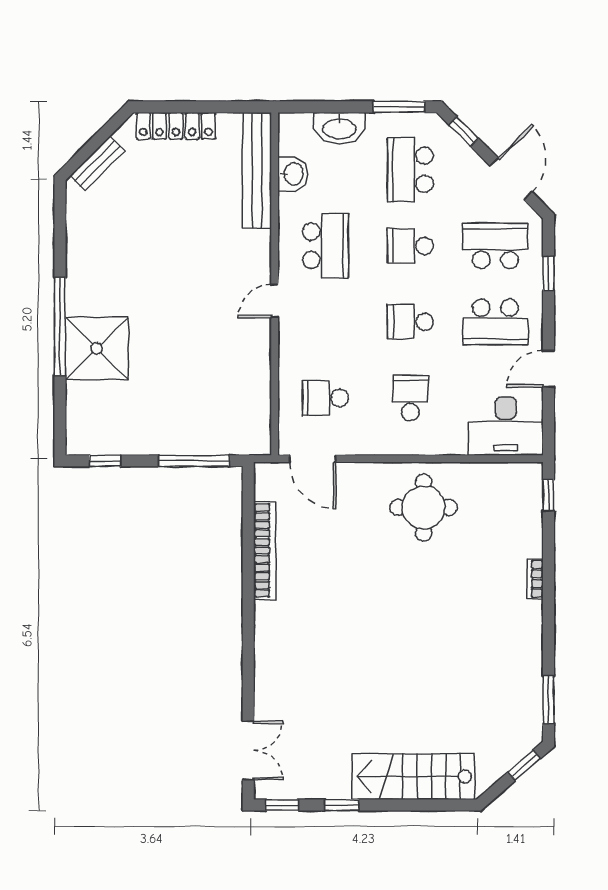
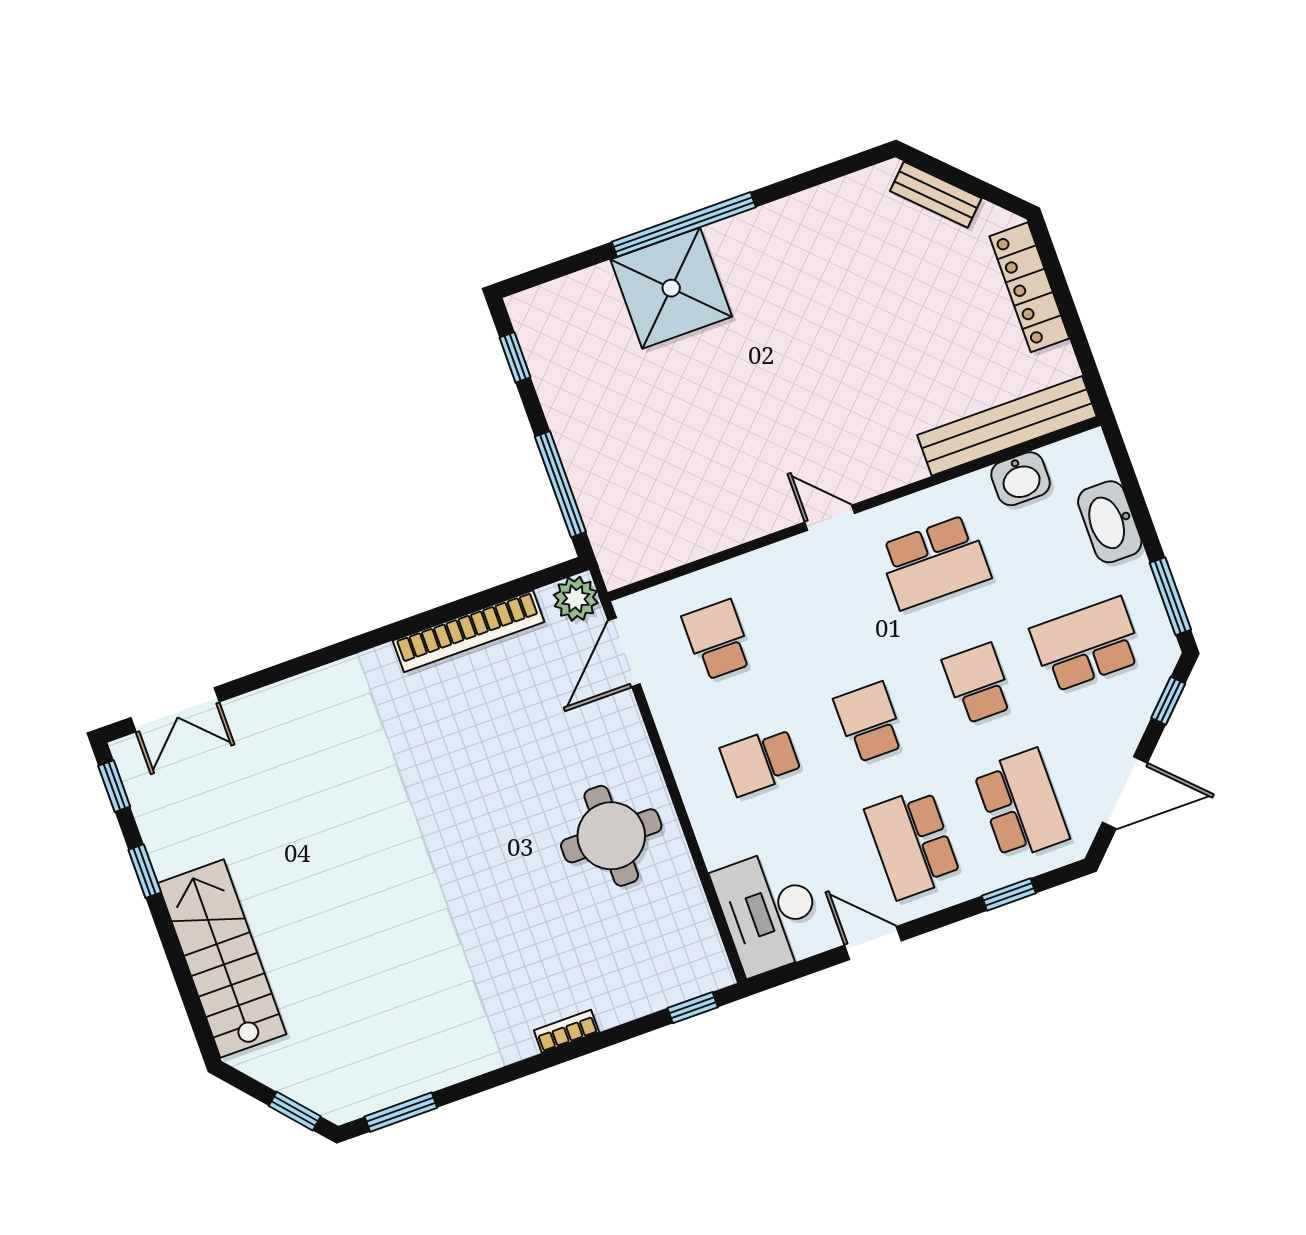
school desk: (410, 398) -> (761, 761), turned 180
plant: (268, 477) -> (576, 599), added

